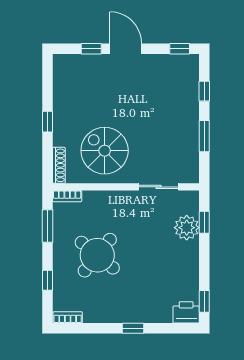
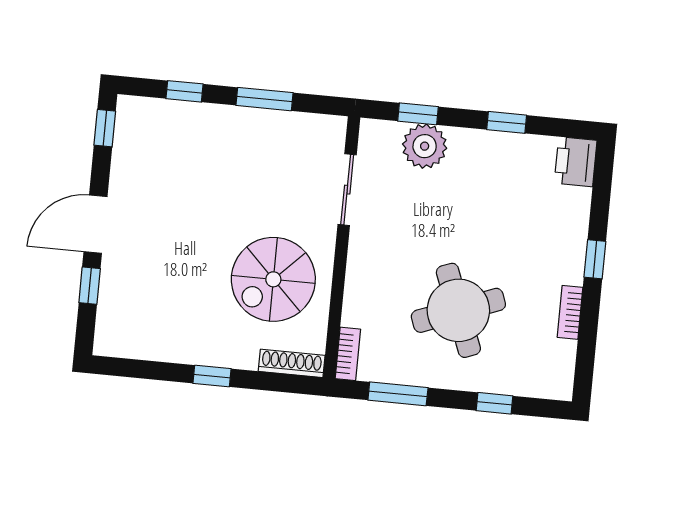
round table: (97, 255) -> (458, 310), turned 30
window: (204, 301) -> (507, 122), moved
bookcase: (68, 317) -> (570, 312), moved

